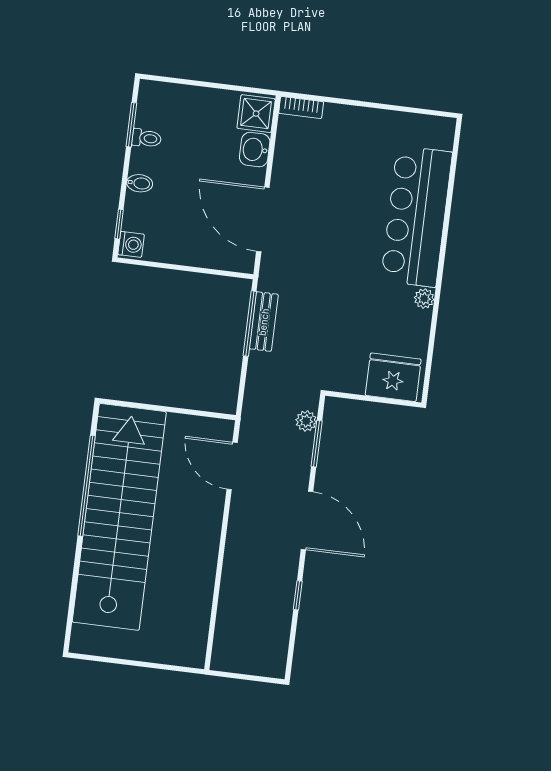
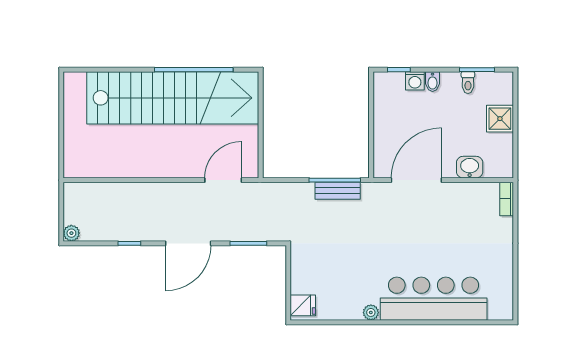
shower: (256, 114) -> (500, 119), moved
washing machine: (131, 244) -> (415, 81), moved
fridge: (393, 377) -> (303, 305), width x0.53, depth x0.75
plant: (306, 421) -> (71, 233), moved

